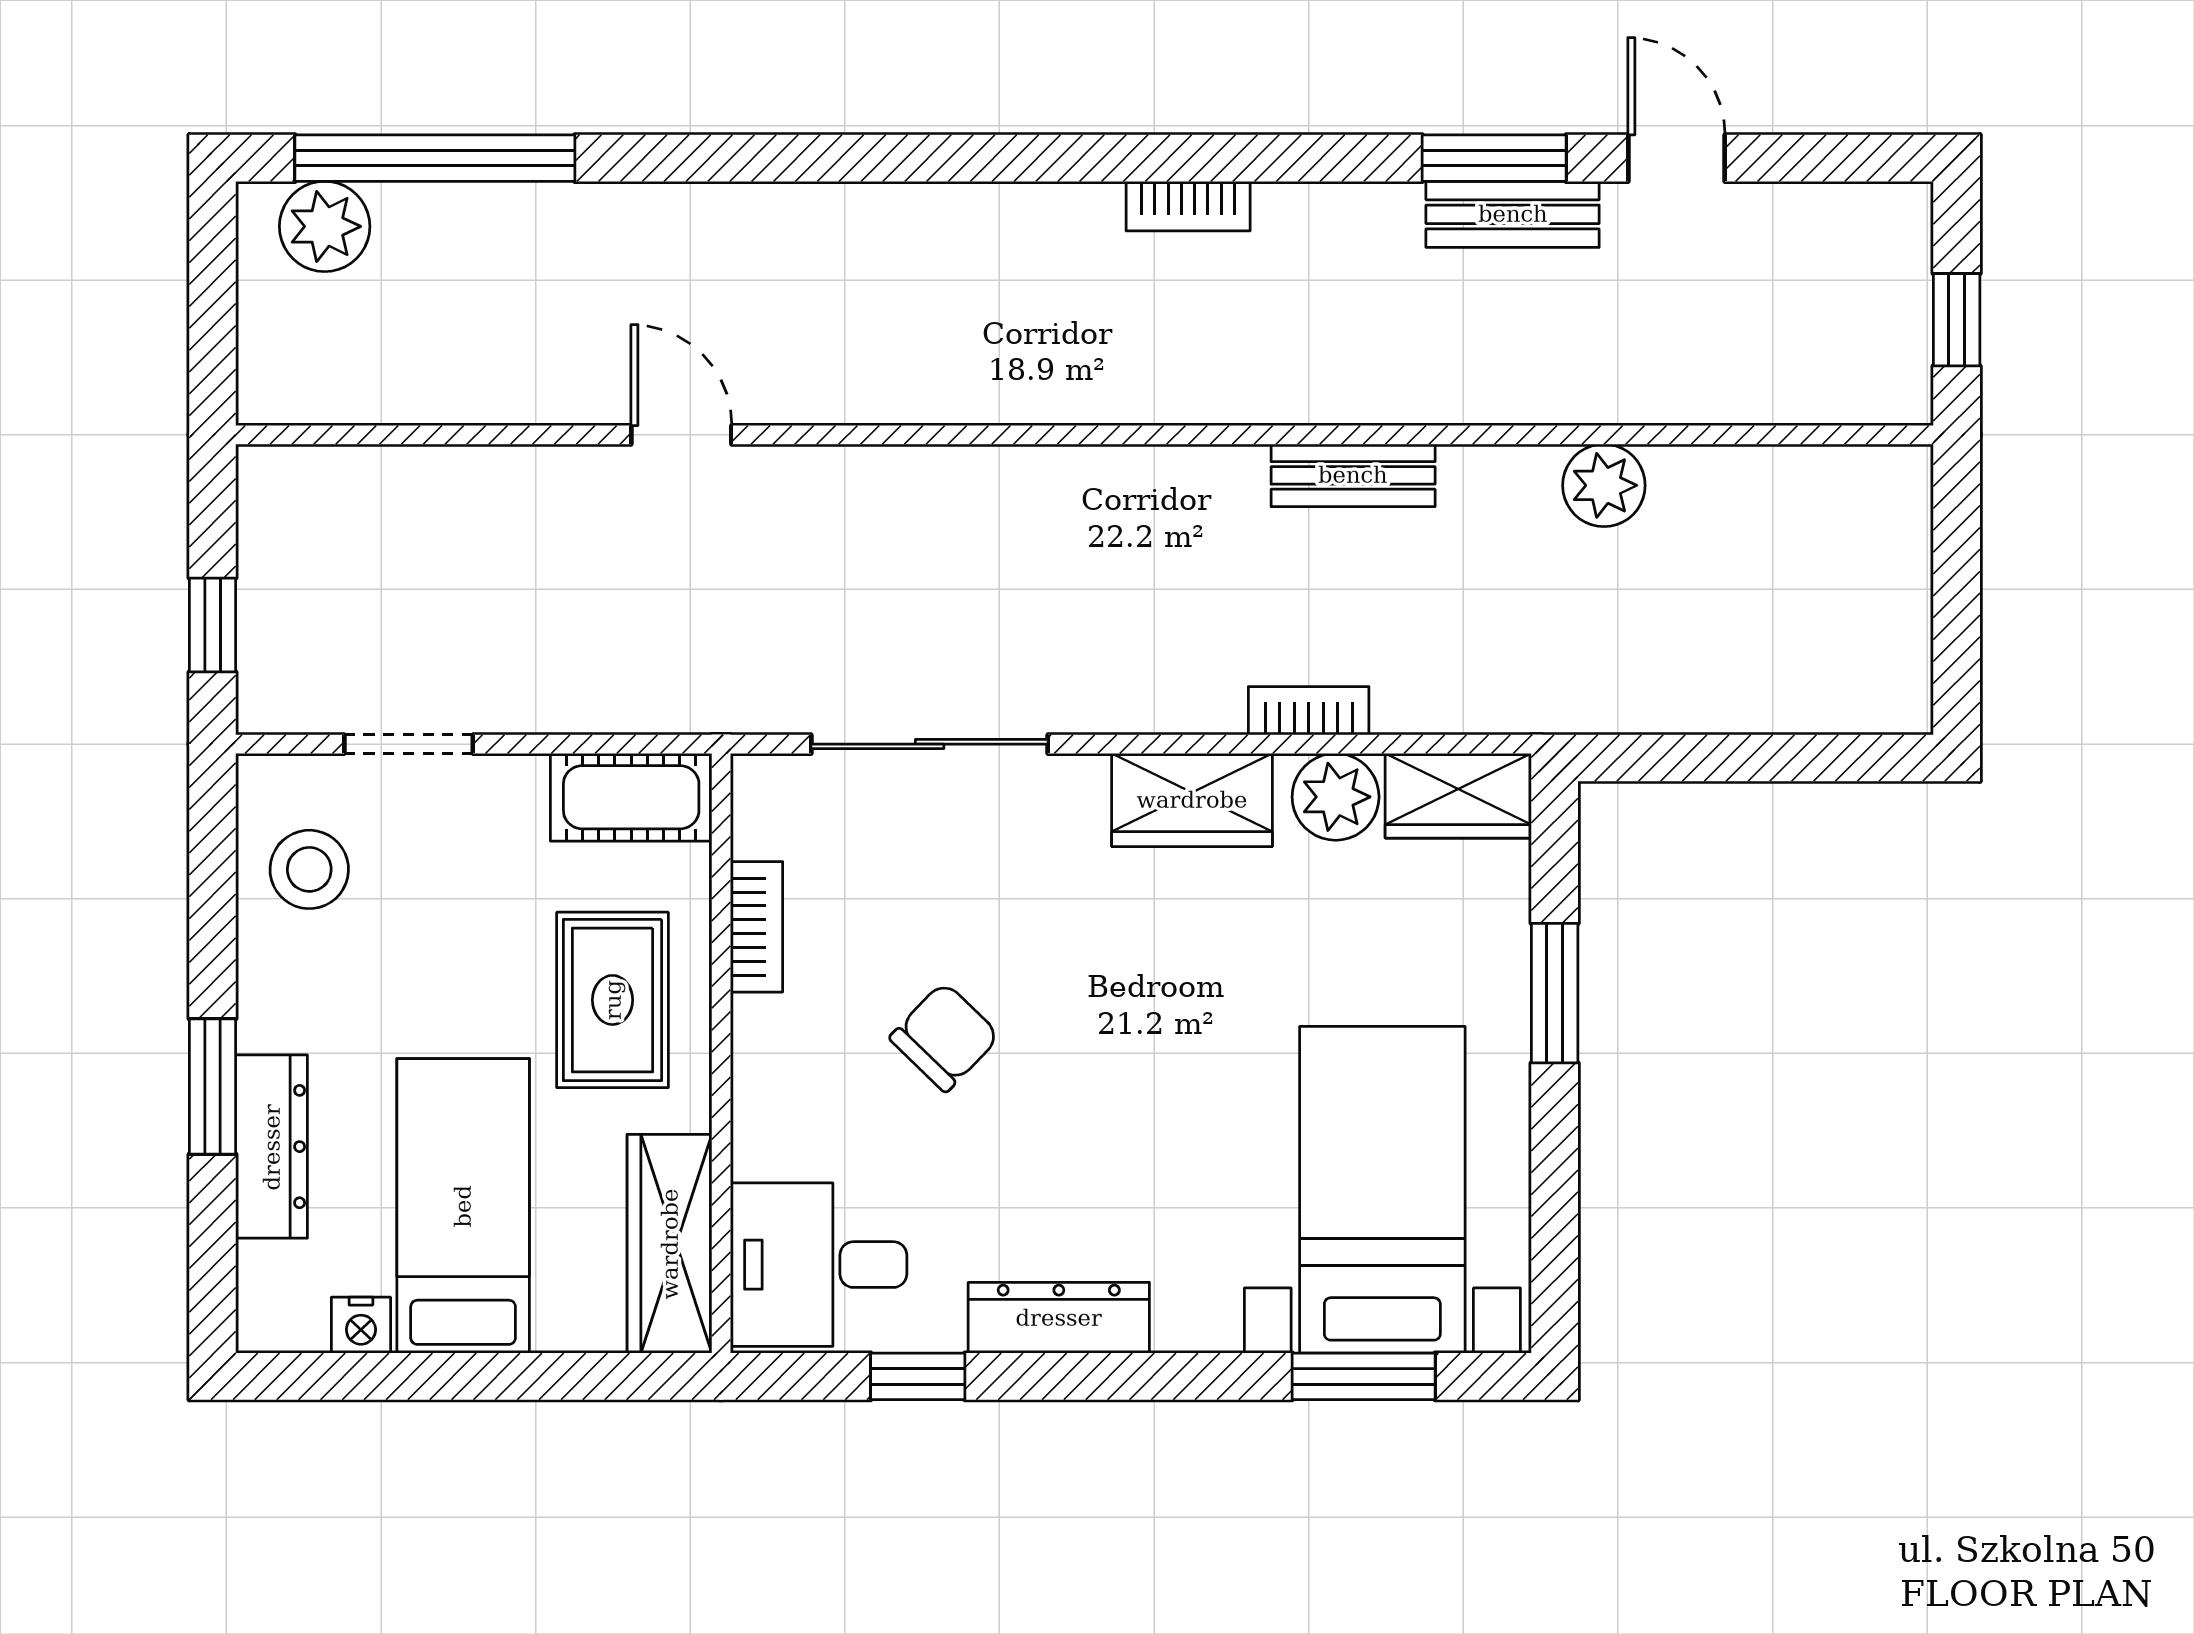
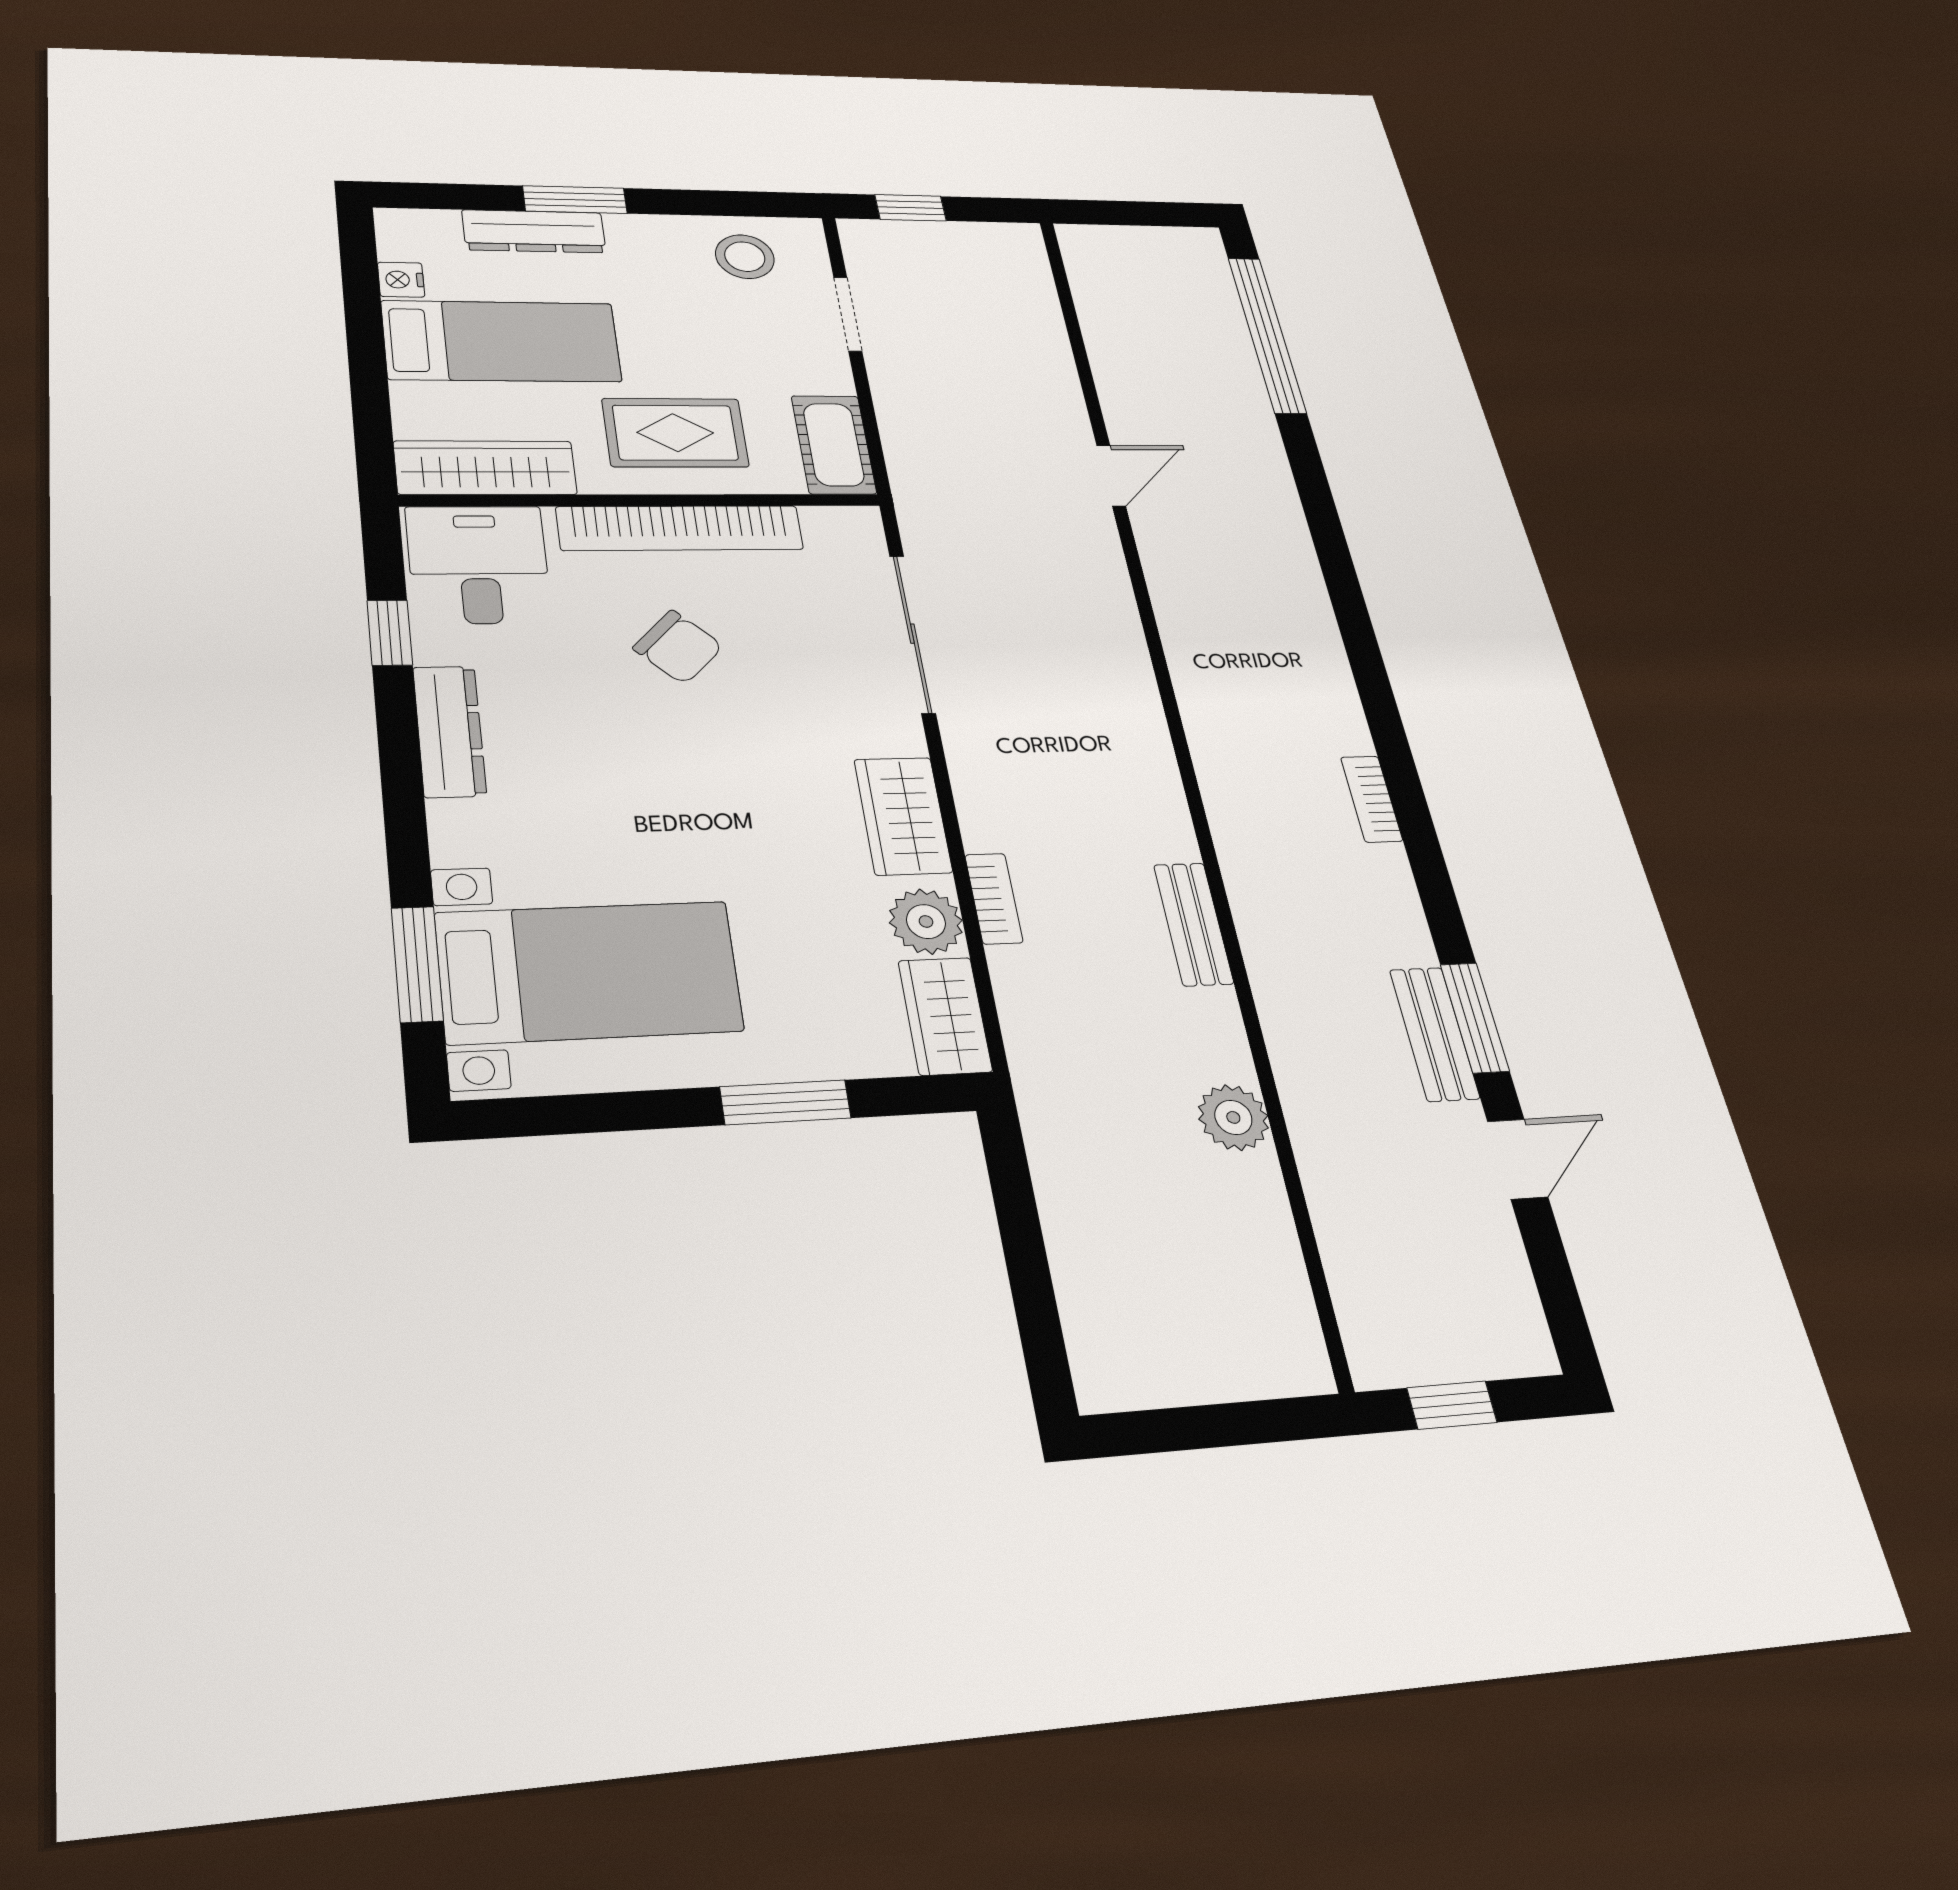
plant: (325, 226) -> (1202, 274), removed
bookcase: (757, 927) -> (680, 528), width x2.31, depth x1.31

